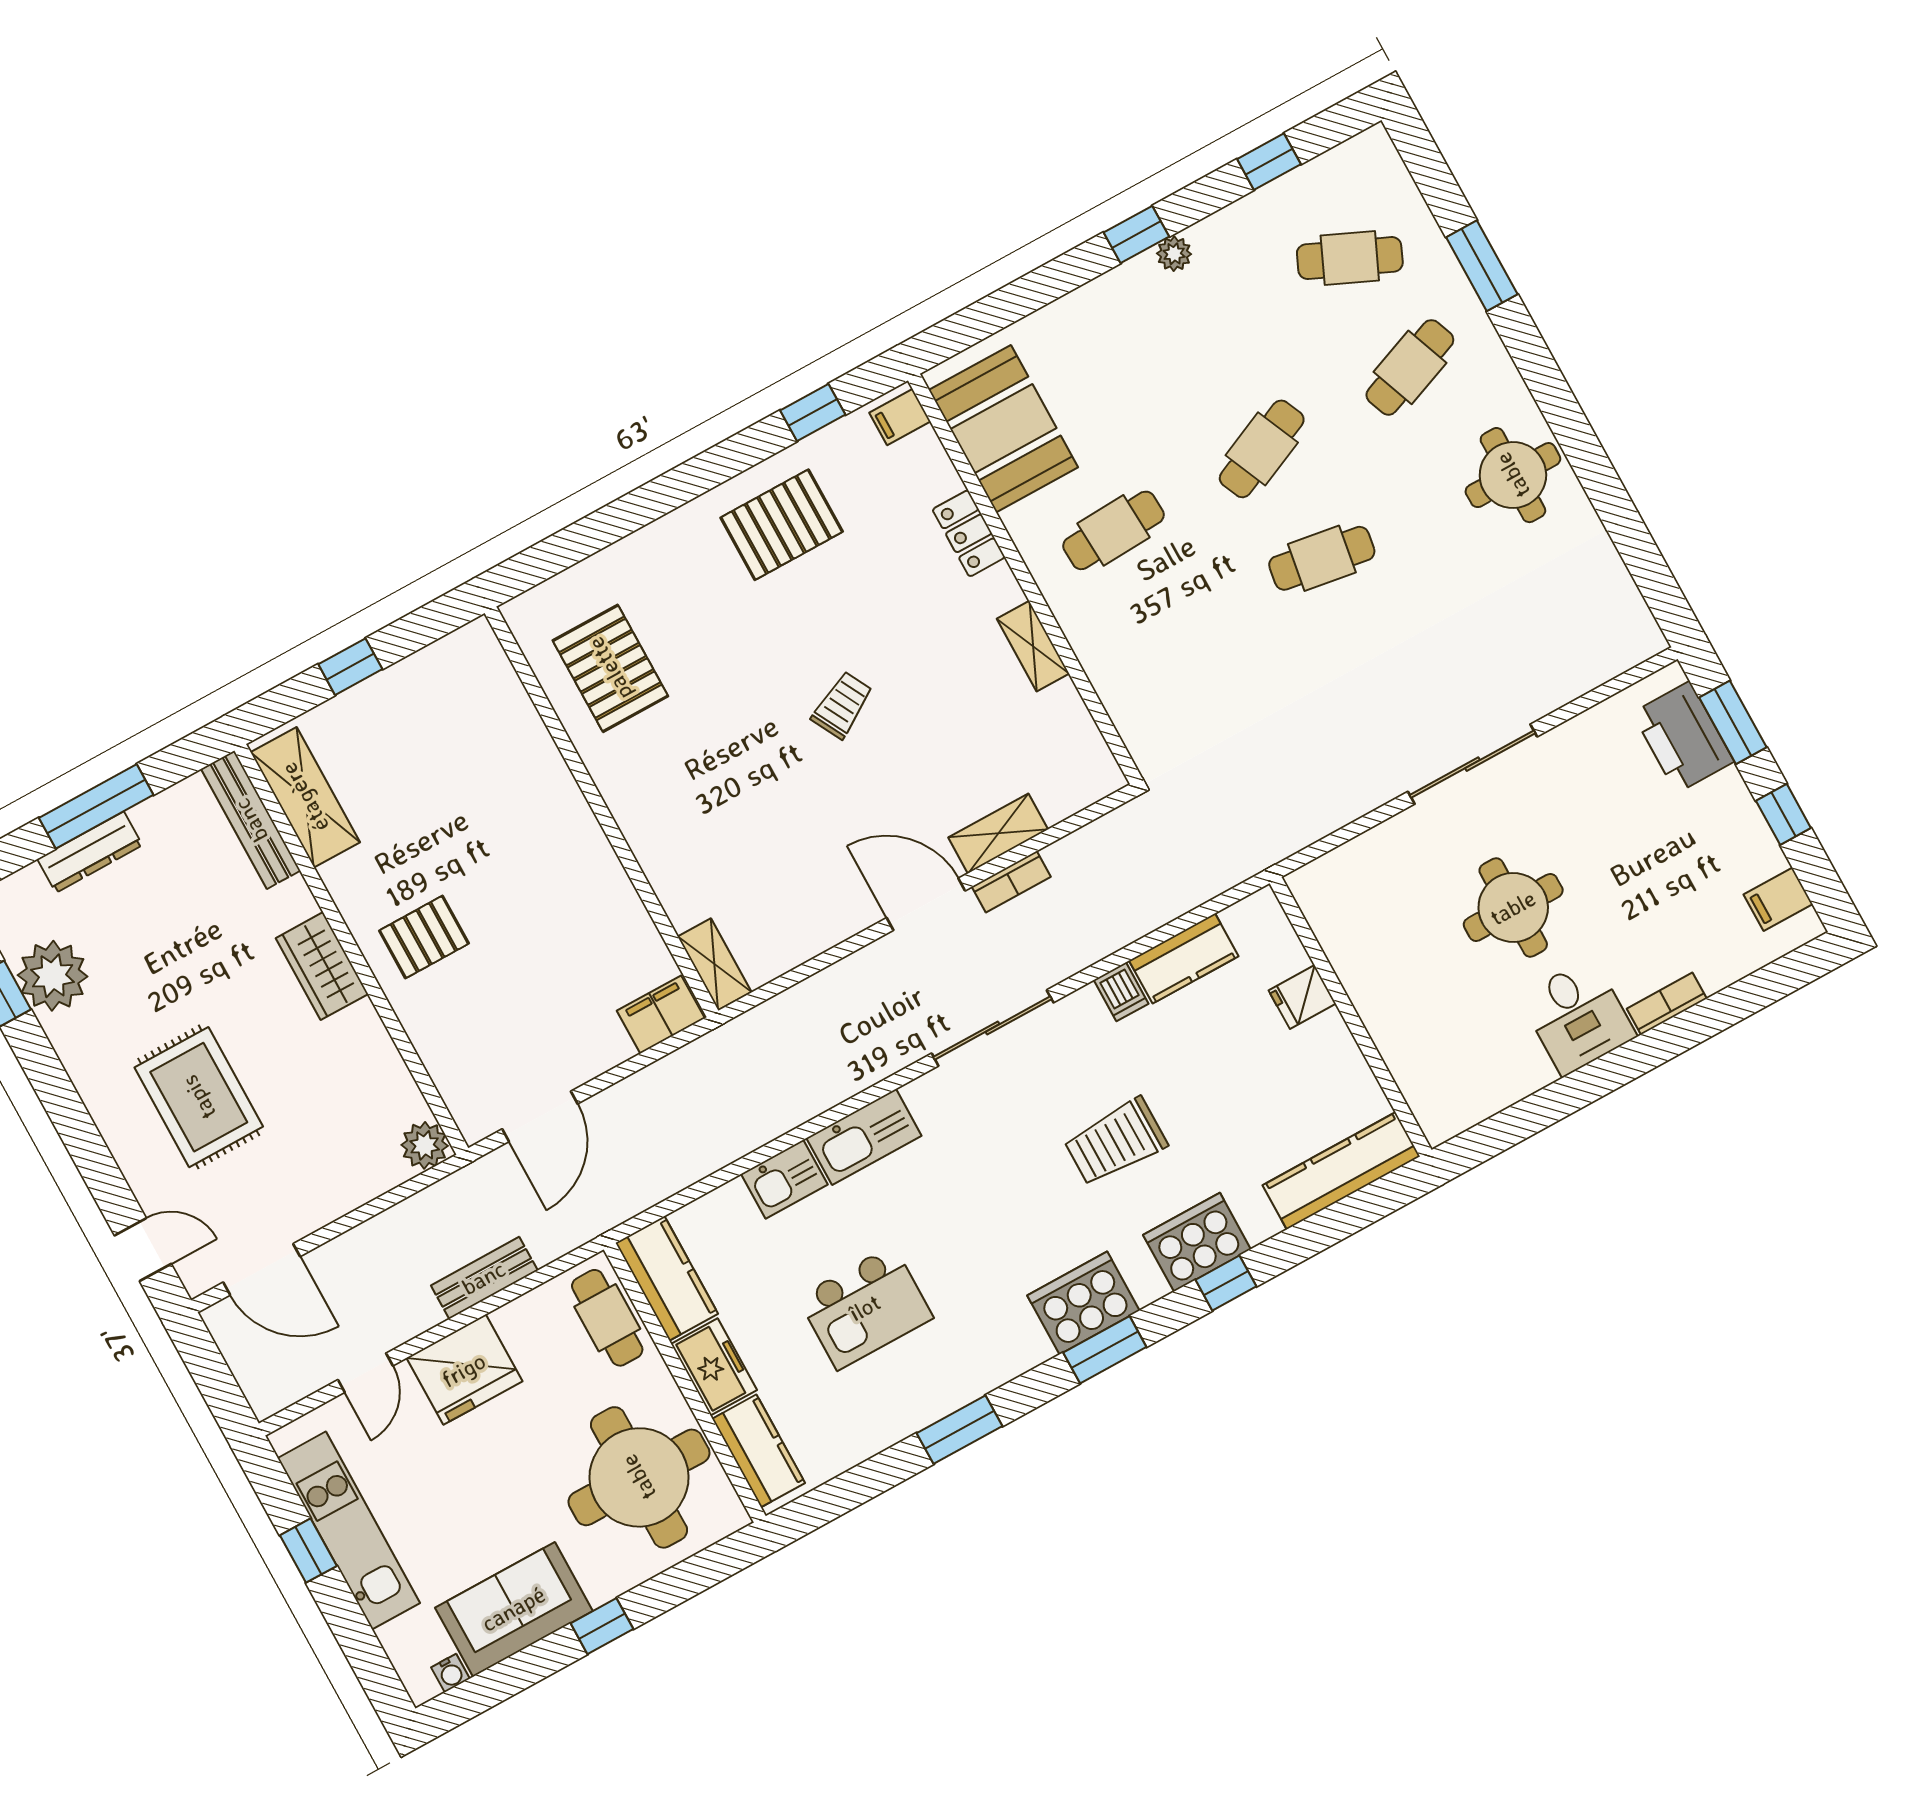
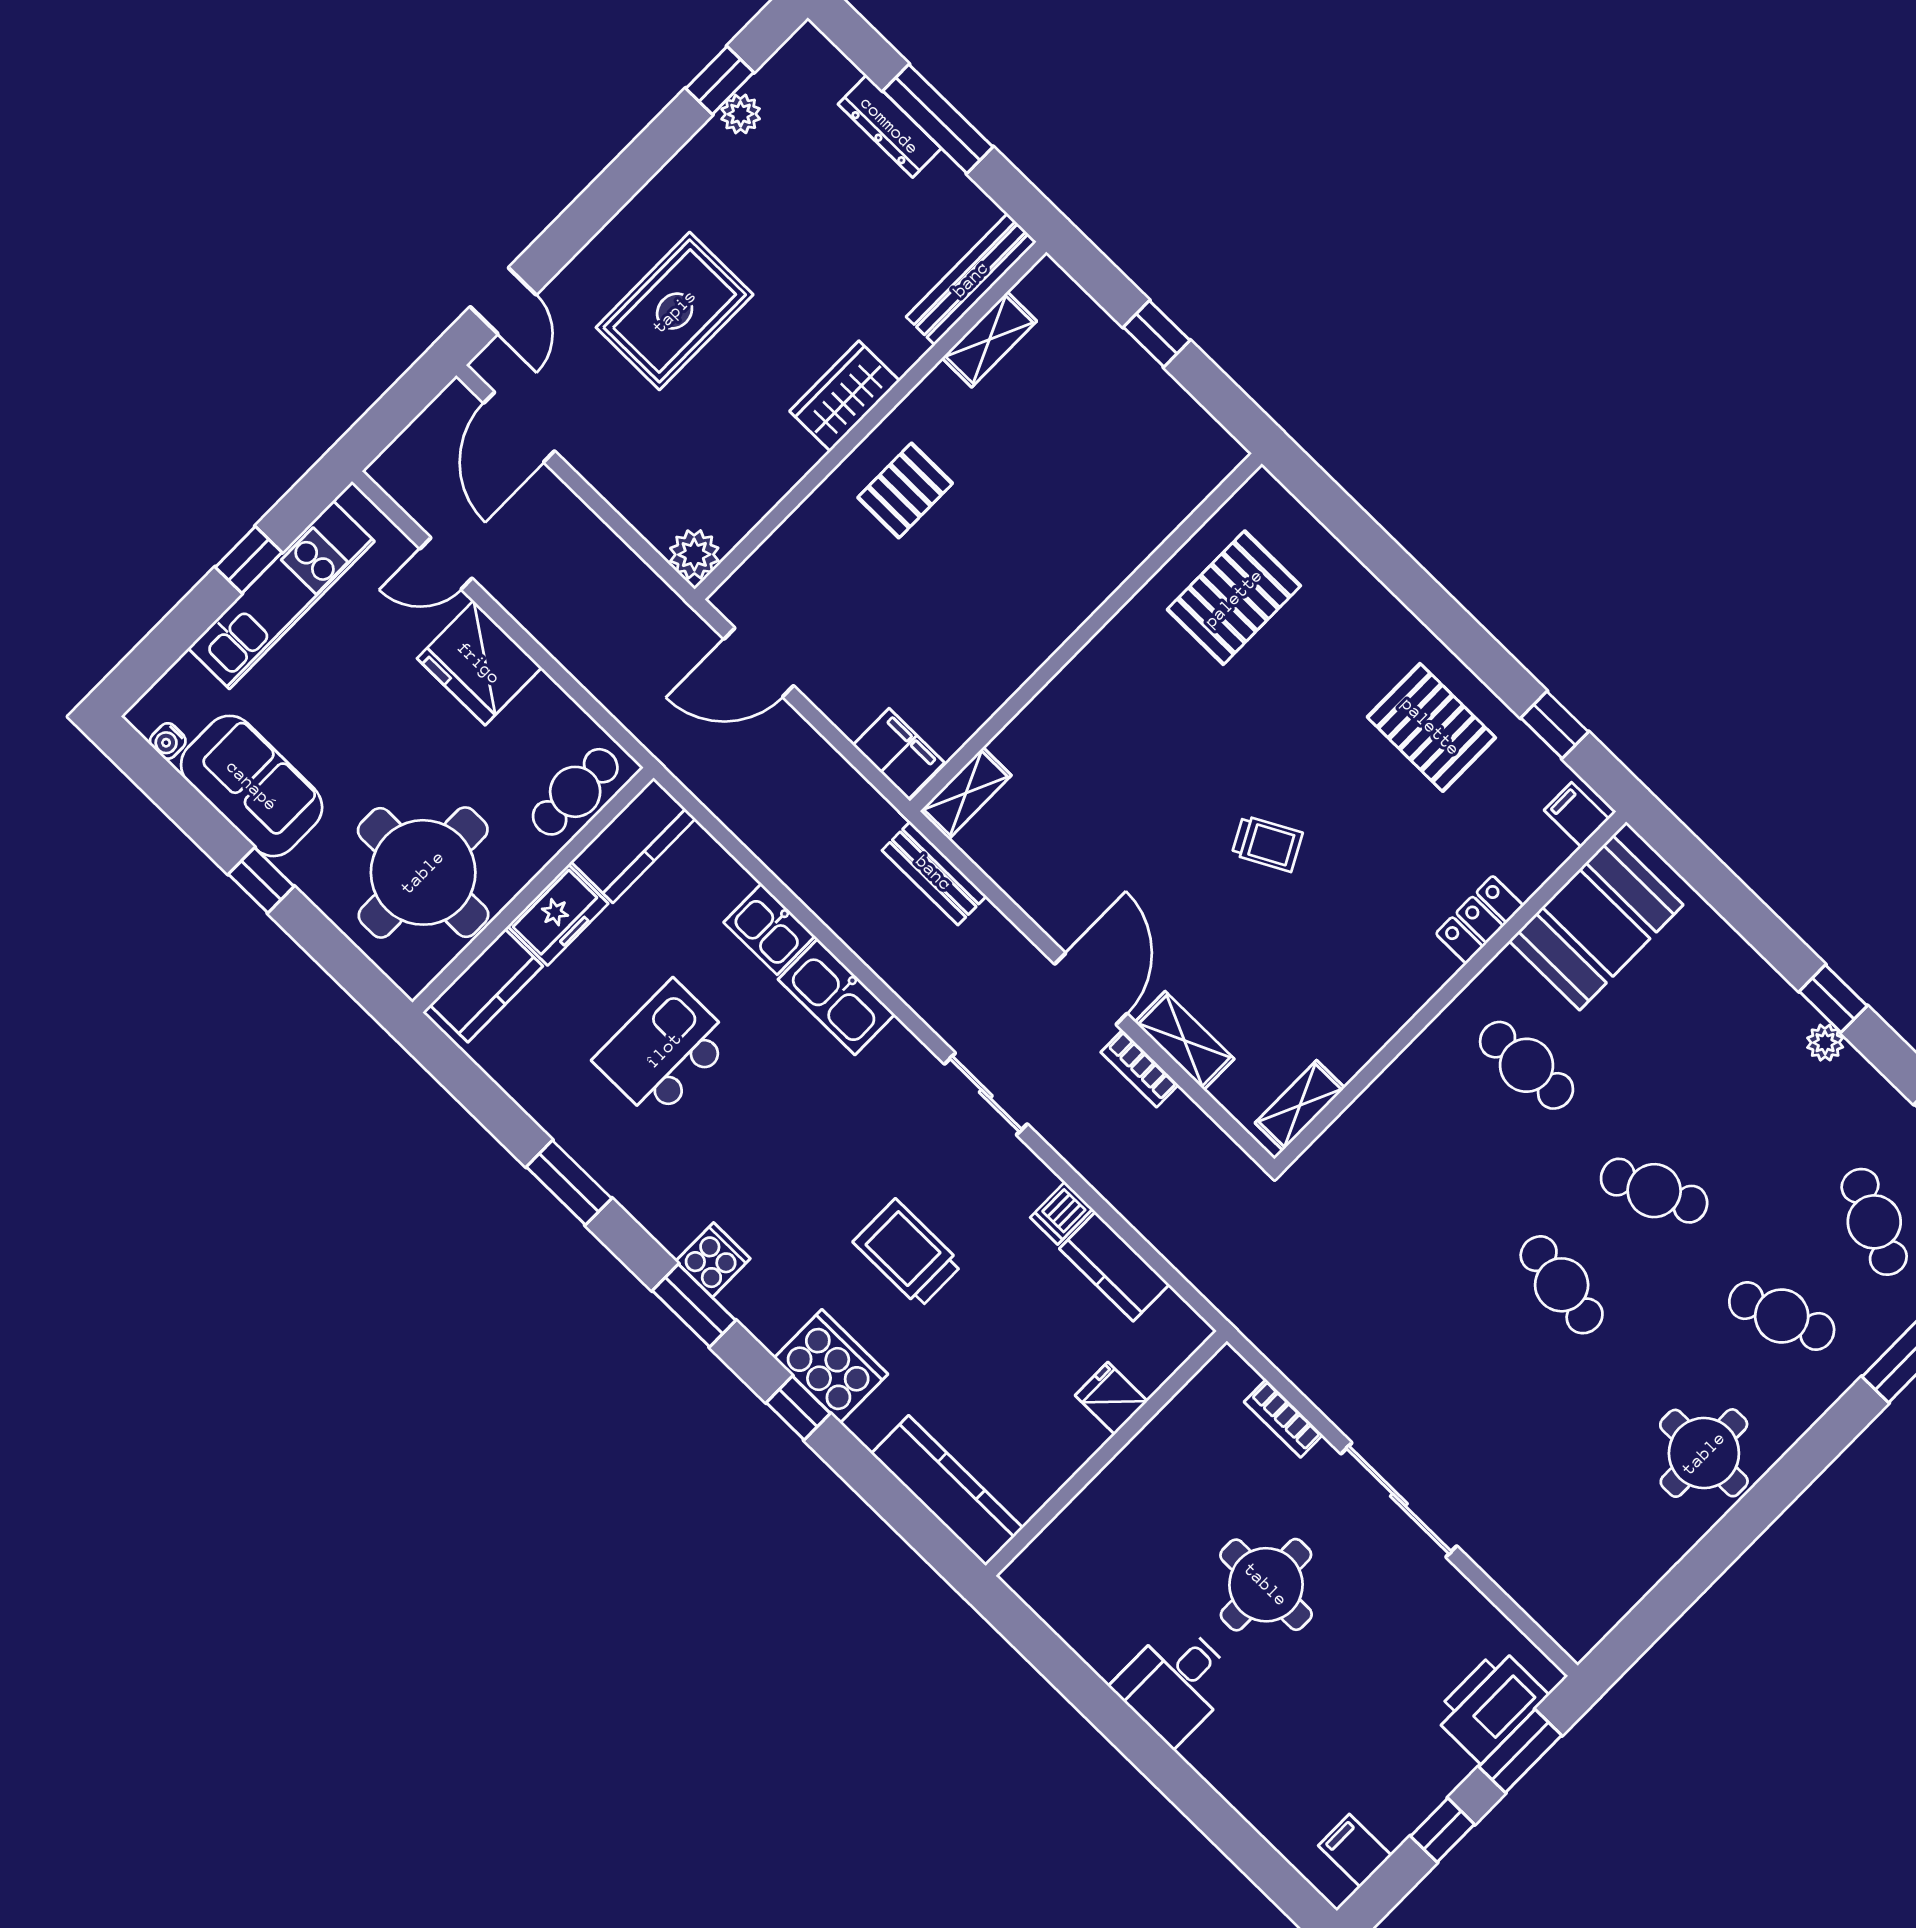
shelving: (1033, 646) -> (1300, 1105), moved
shelving: (305, 797) -> (989, 339), width x0.67, depth x0.75
pallet: (424, 937) -> (905, 490), turned 90
plant: (53, 976) -> (741, 114), width x0.53, depth x0.53
bookcase: (1667, 1004) -> (1283, 1418), moved, turned 180
sliding door: (993, 1028) -> (986, 1094), width x0.73
bench: (484, 1278) -> (934, 873), moved
cooker: (1083, 1303) -> (713, 1260), width x0.53, depth x0.76
kitchen island: (865, 1308) -> (664, 1050), turned 90

